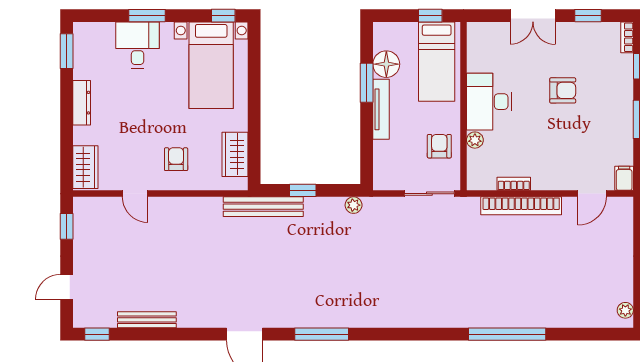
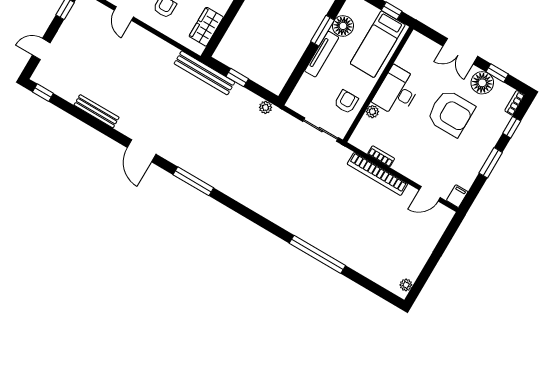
floor lamp: (578, 36) -> (482, 83), added
armchair: (563, 90) -> (451, 113), width x1.88, depth x1.88
bench: (147, 320) -> (97, 111), moved

